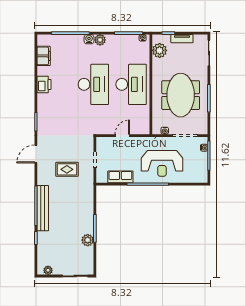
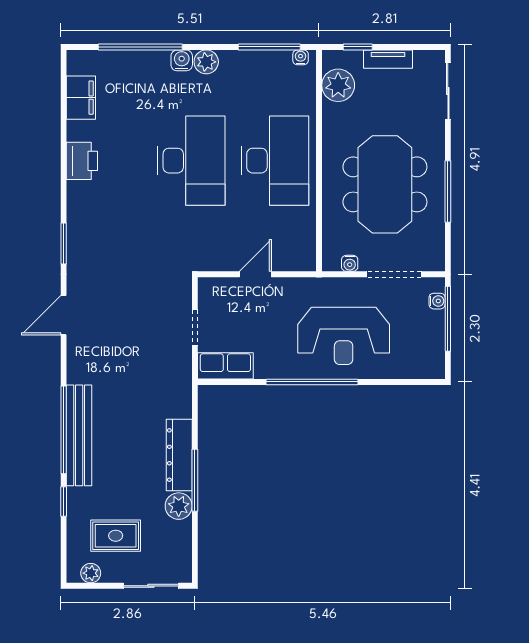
rug: (67, 169) -> (116, 536), moved
row of seats: (120, 177) -> (225, 366), moved
dresser: (88, 217) -> (179, 455), added

